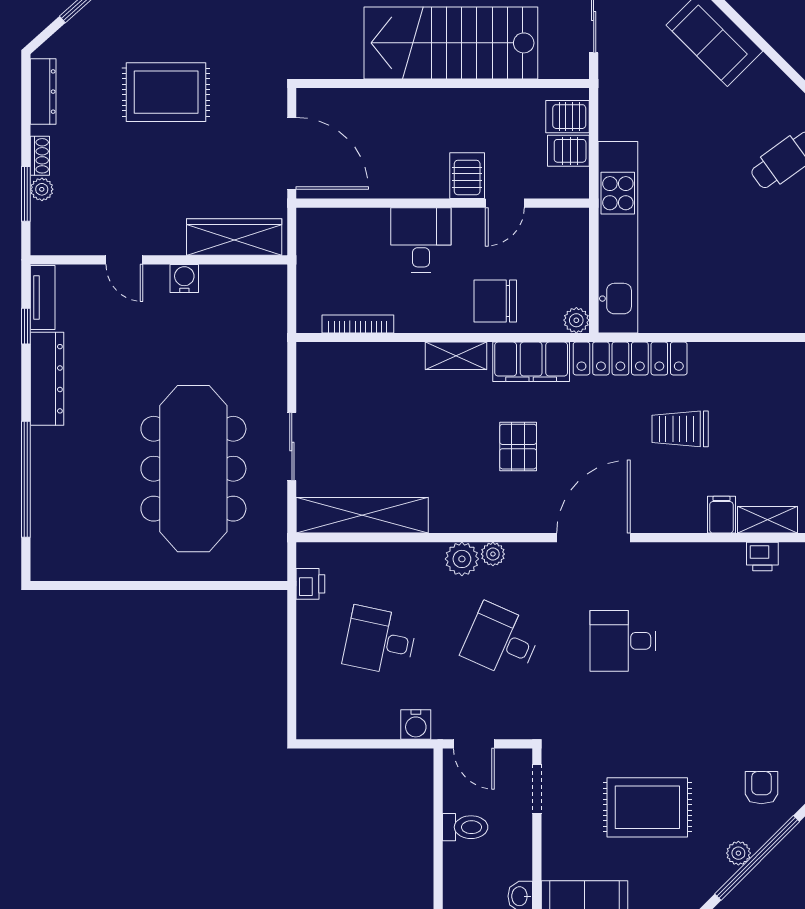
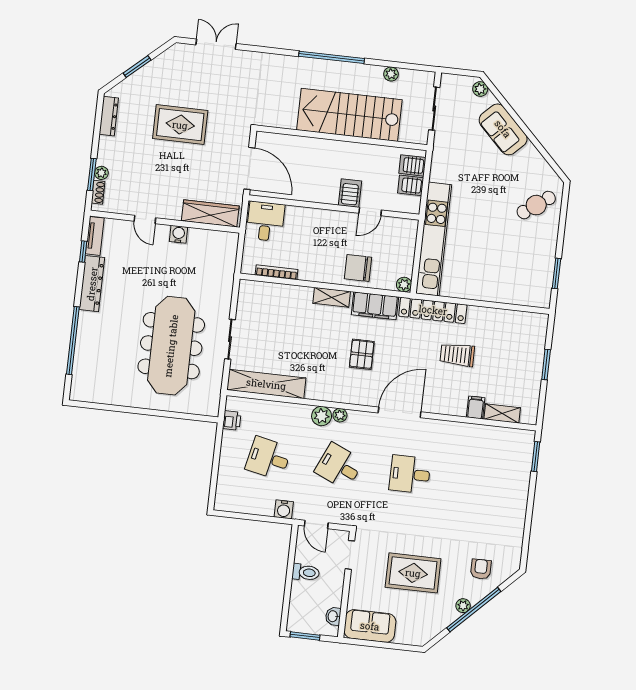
shoe rack: (40, 156) -> (98, 192), moved
desk: (421, 240) -> (265, 221), moved
printer: (762, 557) -> (497, 435), removed

